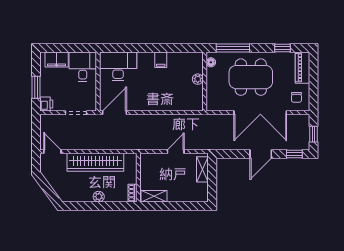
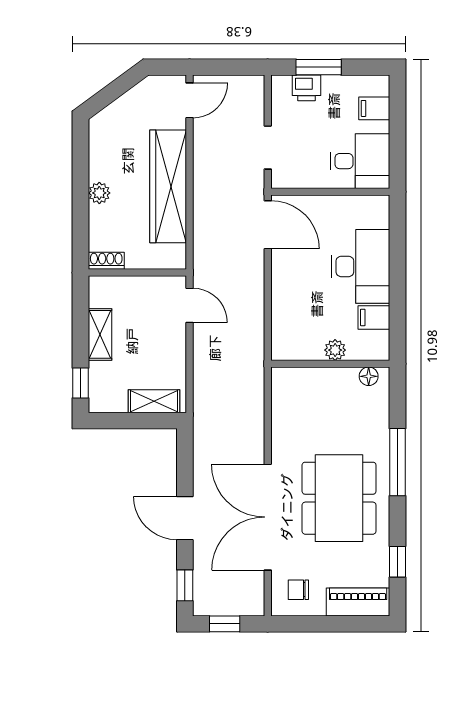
filing cabinet: (57, 59) -> (374, 108), width x0.50
floor lamp: (211, 62) -> (369, 376), moved
desk: (118, 66) -> (361, 266), moved
plant: (198, 79) -> (335, 350), moved
wall: (205, 81) -> (330, 364), moved
printer: (46, 104) -> (307, 88), moved
door: (176, 152) -> (190, 305), moved
shelving: (154, 196) -> (100, 334), moved
window: (193, 206) -> (81, 383), added

